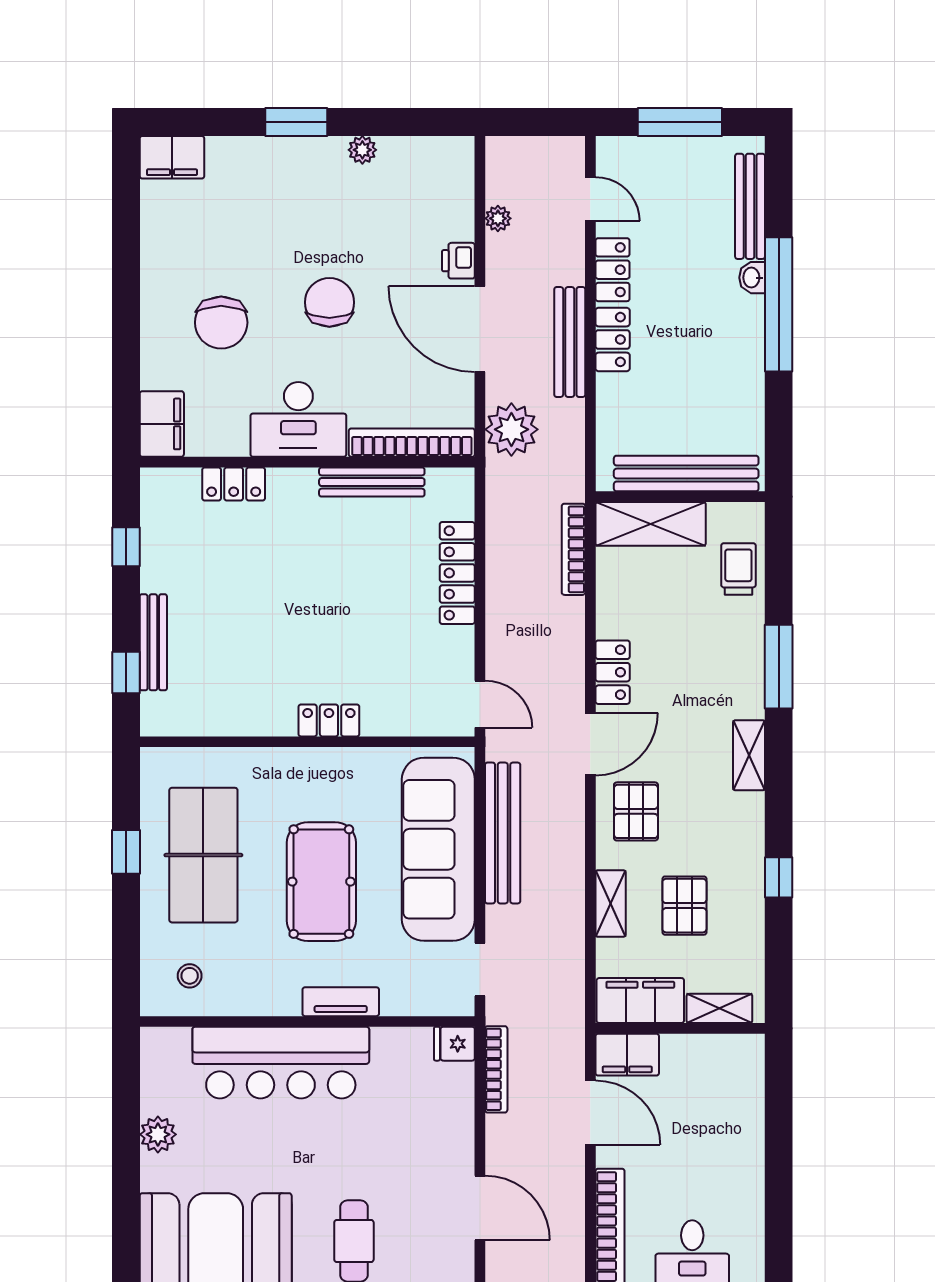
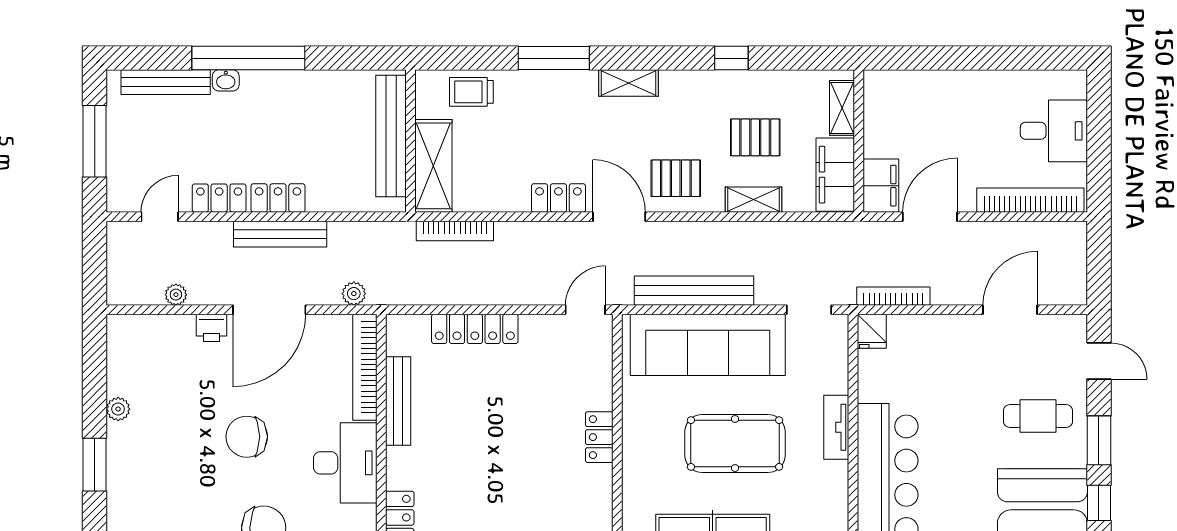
plant: (511, 429) -> (354, 294), width x0.53, depth x0.53

